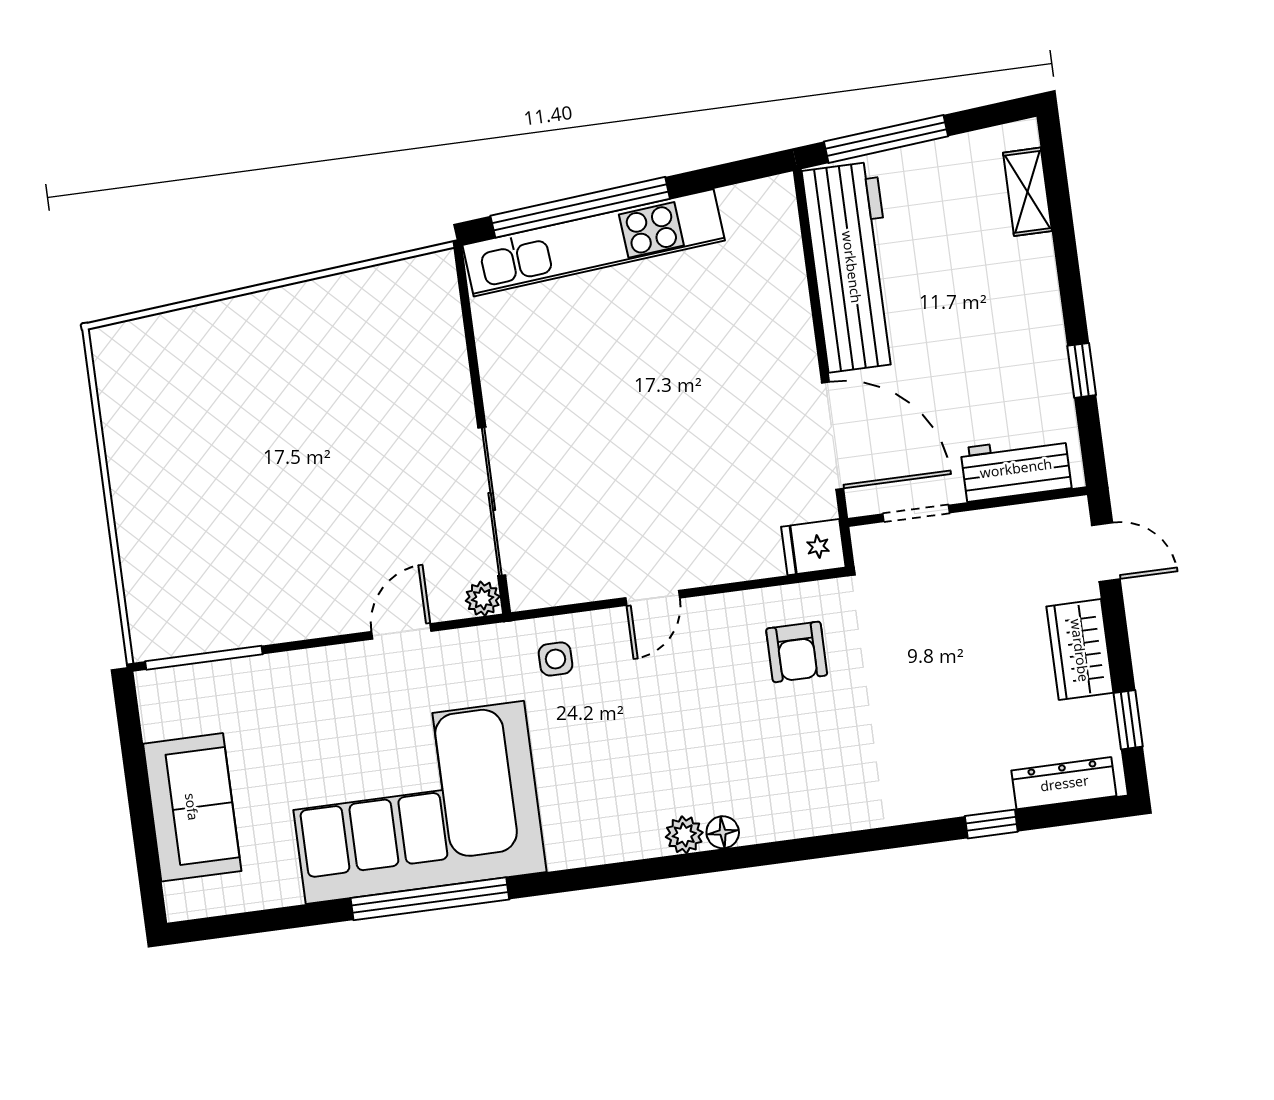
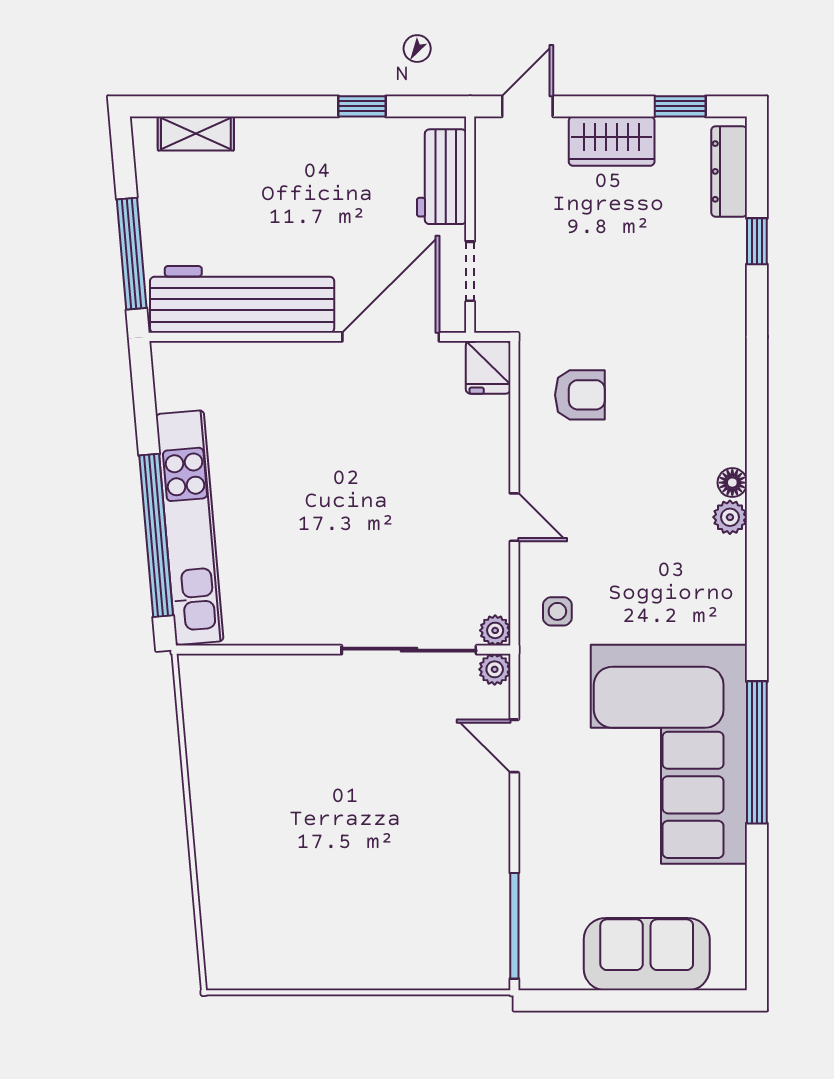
plant: (525, 593) -> (495, 630), added

